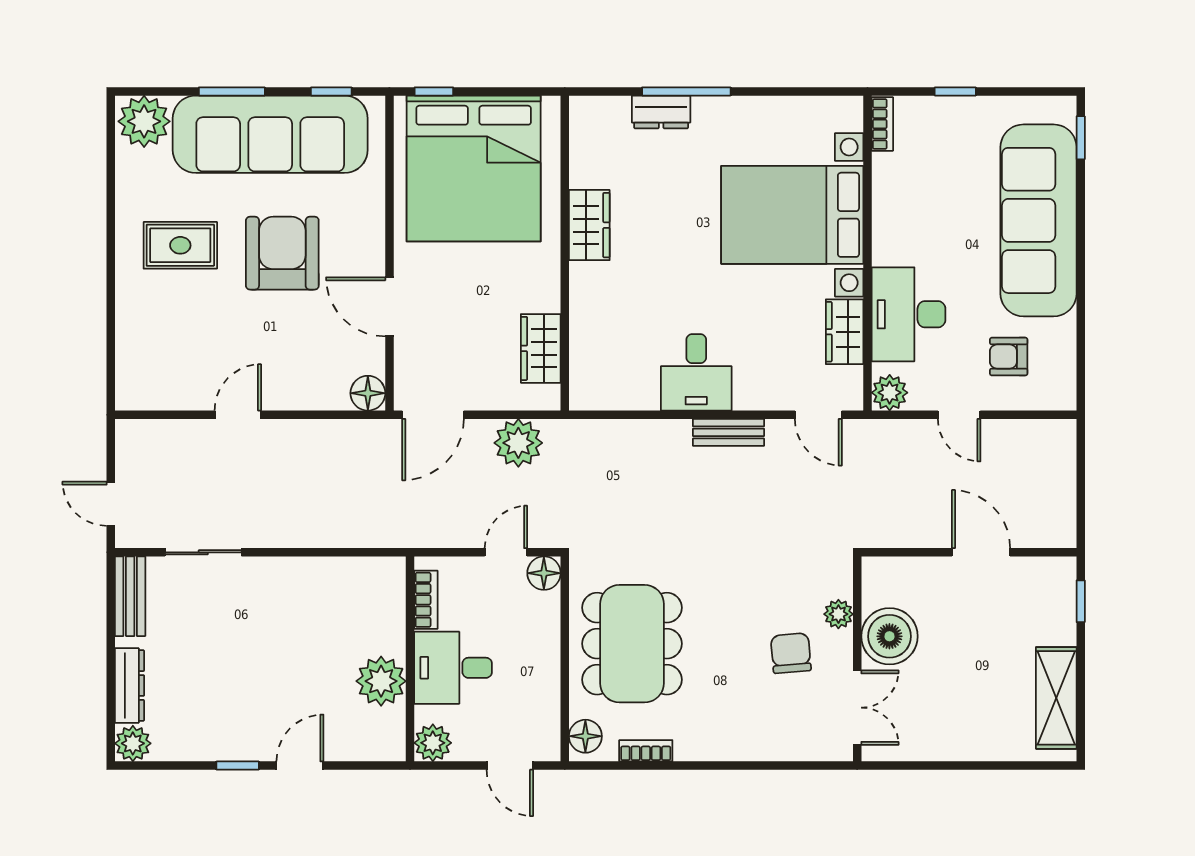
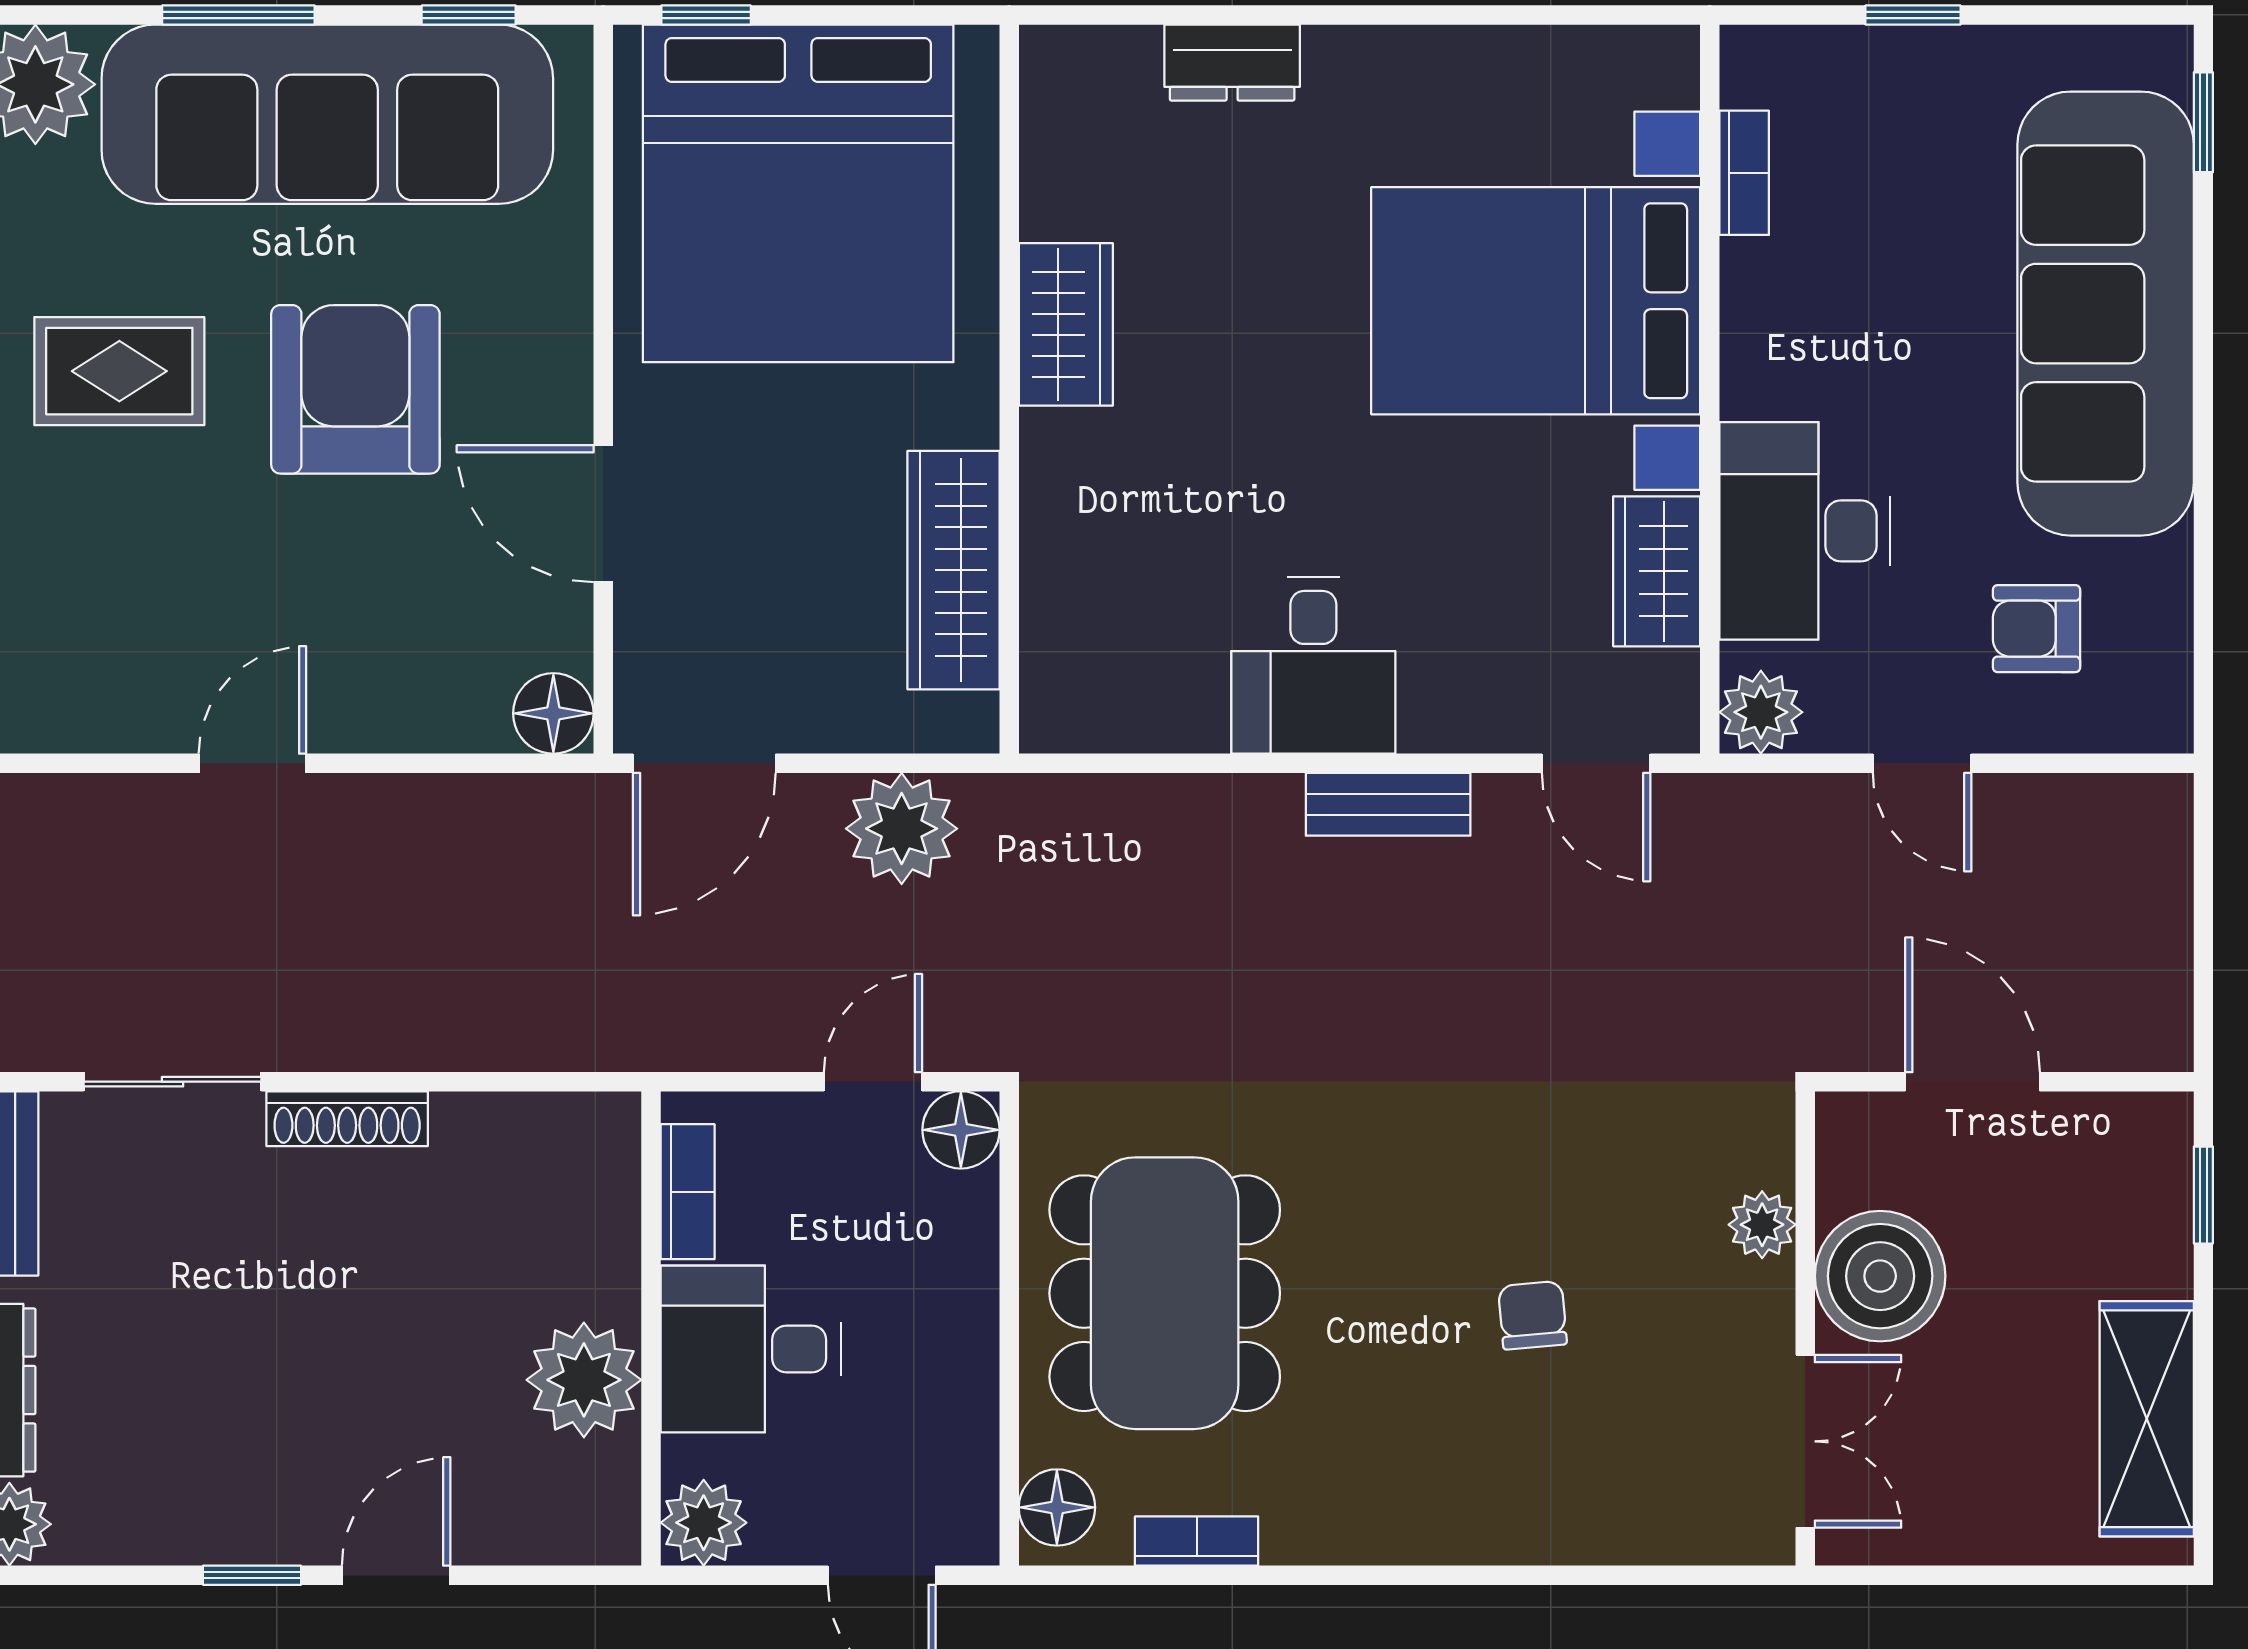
window: (686, 91) -> (1290, 15), removed
bookcase: (882, 124) -> (1744, 173), moved
wardrobe: (541, 348) -> (954, 570), width x1.50
shoe rack: (279, 568) -> (347, 1119), added
plant: (838, 614) -> (1762, 1225), moved
boiler: (889, 636) -> (1880, 1276), moved
chair: (791, 653) -> (1532, 1315), width x0.73, depth x0.73
wall: (857, 659) -> (1805, 1328), moved
double door: (857, 708) -> (1805, 1441), moved

